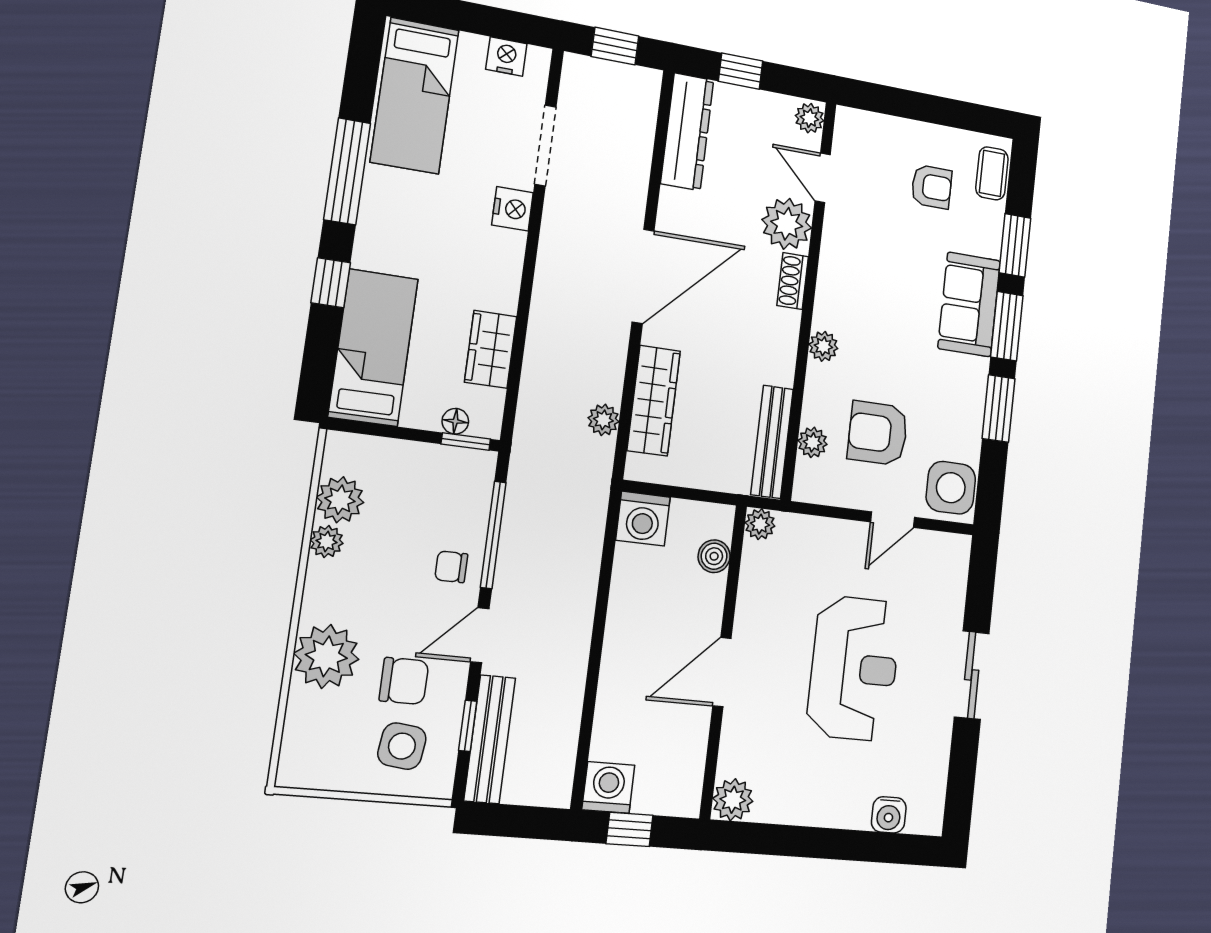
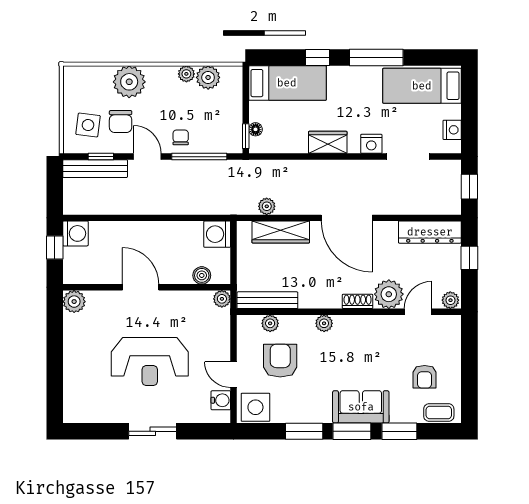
wardrobe: (491, 349) -> (328, 142), moved
water cooler: (889, 815) -> (221, 400), moved, turned 180

